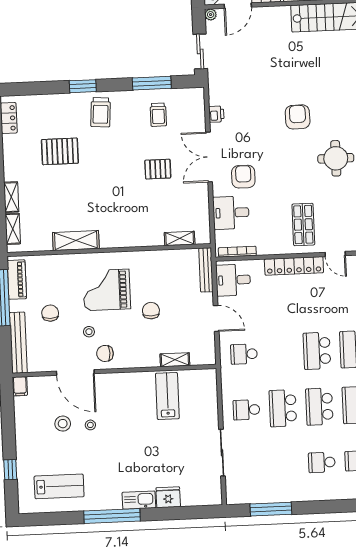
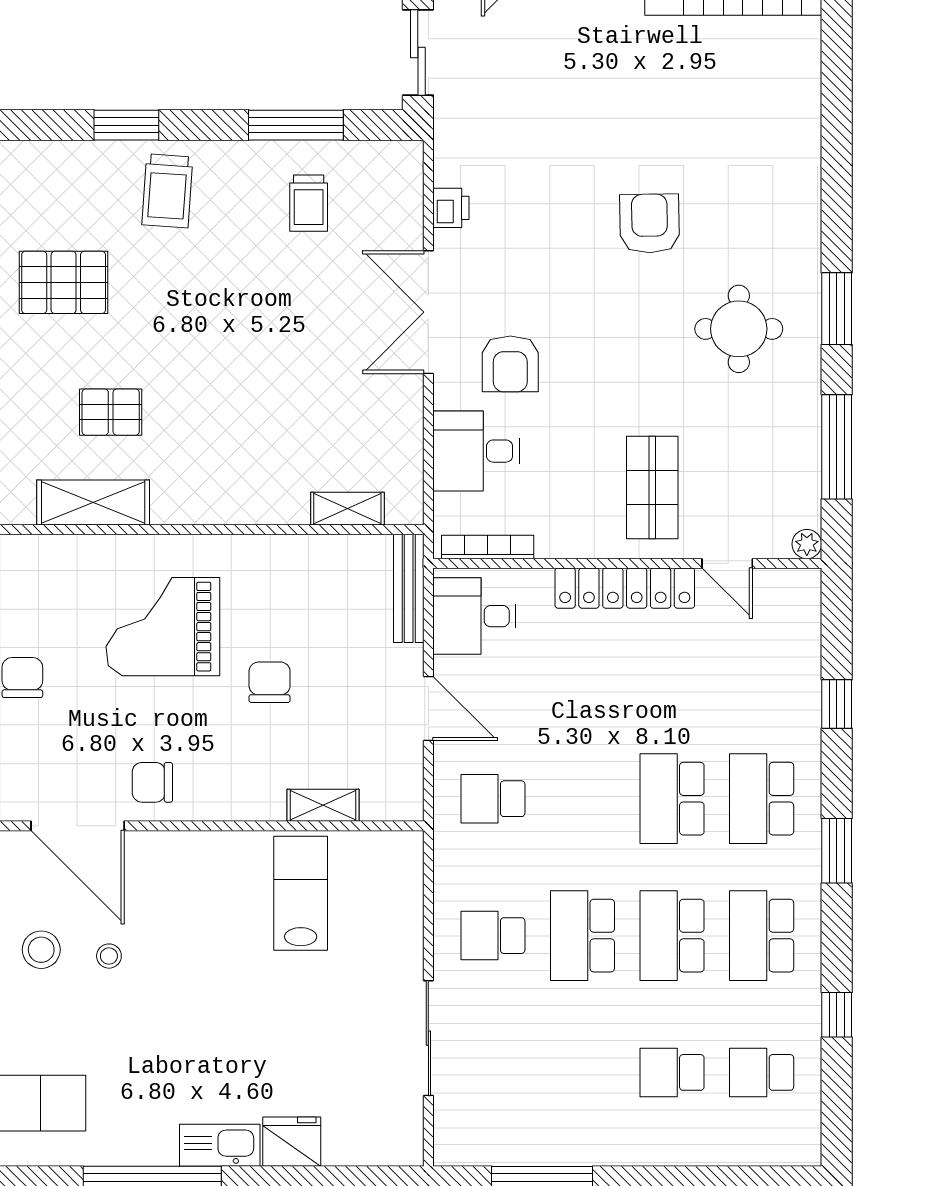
pallet: (158, 169) -> (111, 412), moved
armchair: (243, 177) -> (510, 364), turned 180
stool: (89, 332) -> (115, 727), removed

